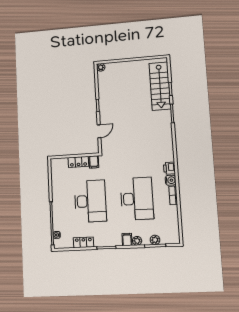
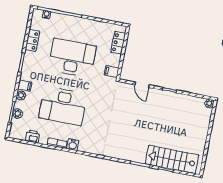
locker: (78, 162) -> (118, 43), moved
printer: (169, 168) -> (33, 136), moved
desk: (90, 201) -> (72, 58), turned 180

